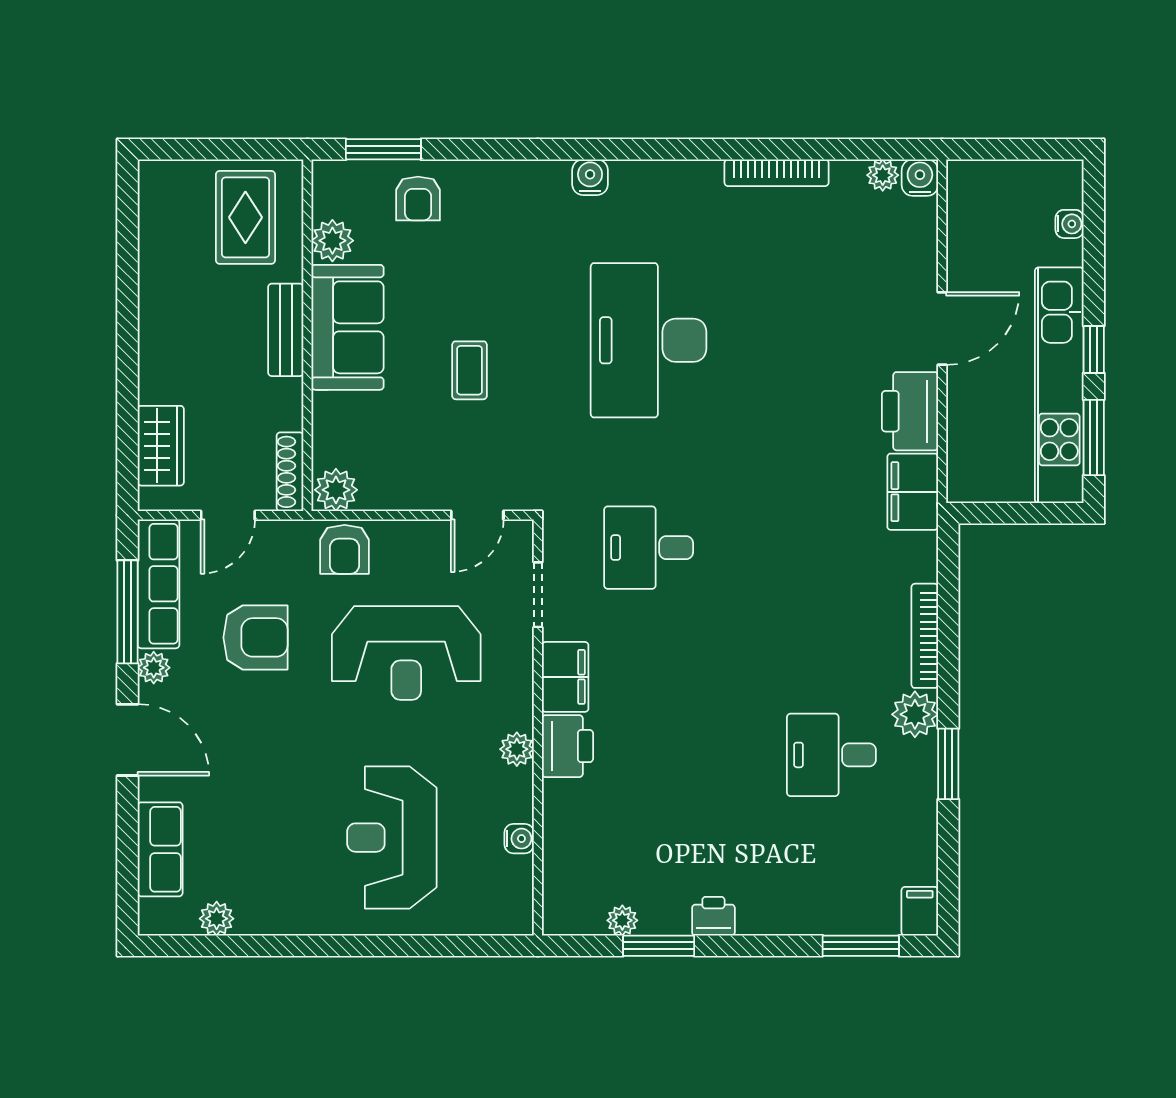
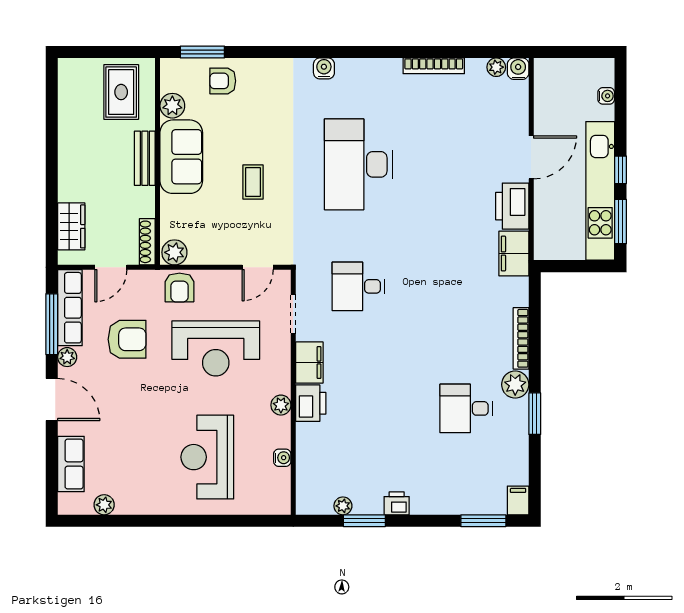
armchair: (418, 198) -> (223, 81), turned 90

